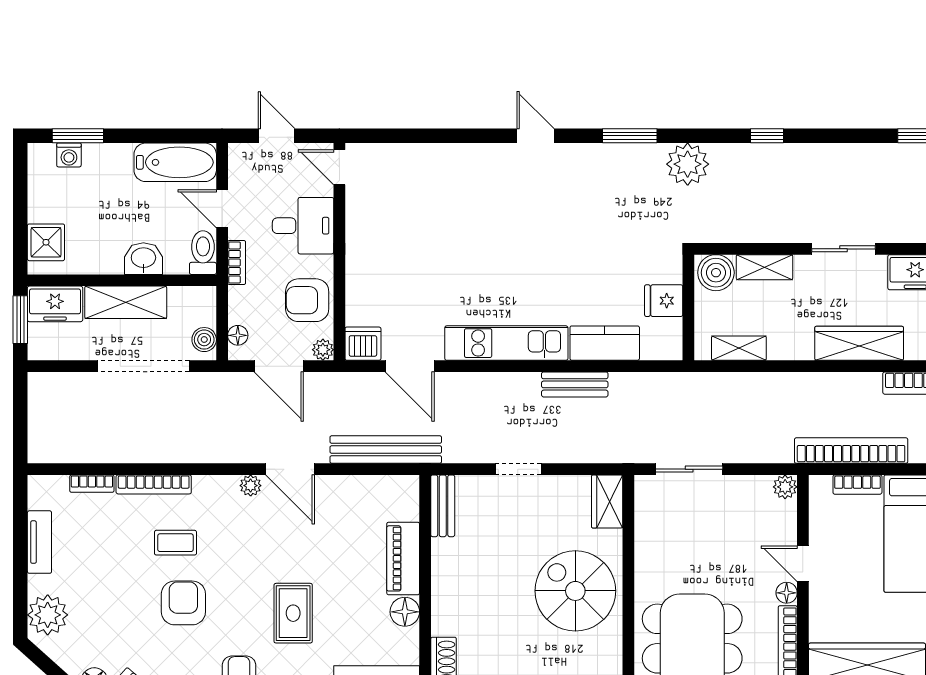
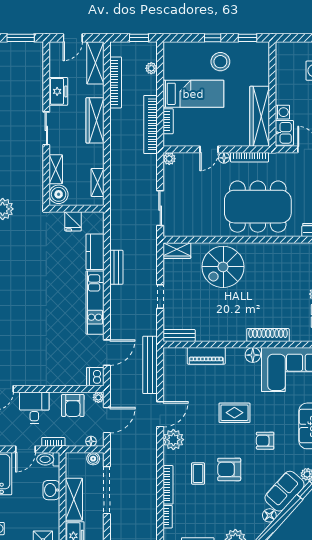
plant: (251, 486) -> (173, 440), width x1.87, depth x1.87
floor lamp: (405, 612) -> (253, 355), moved

